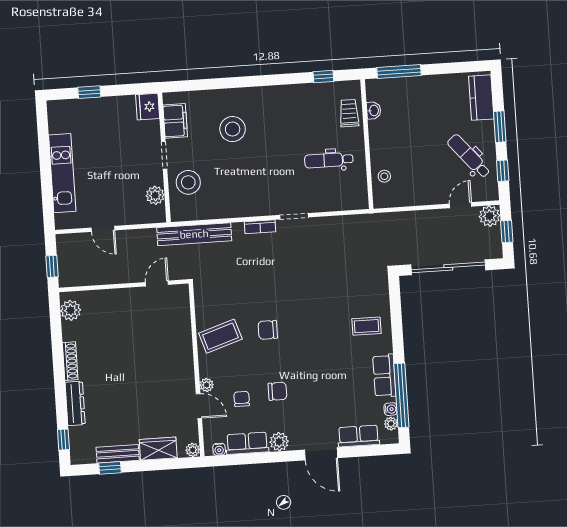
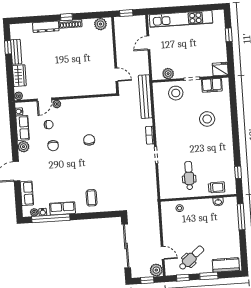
kitchen unit: (62, 173) -> (181, 19), width x1.36
coffee table: (220, 336) -> (85, 112), removed
window: (63, 440) -> (66, 17), moved

